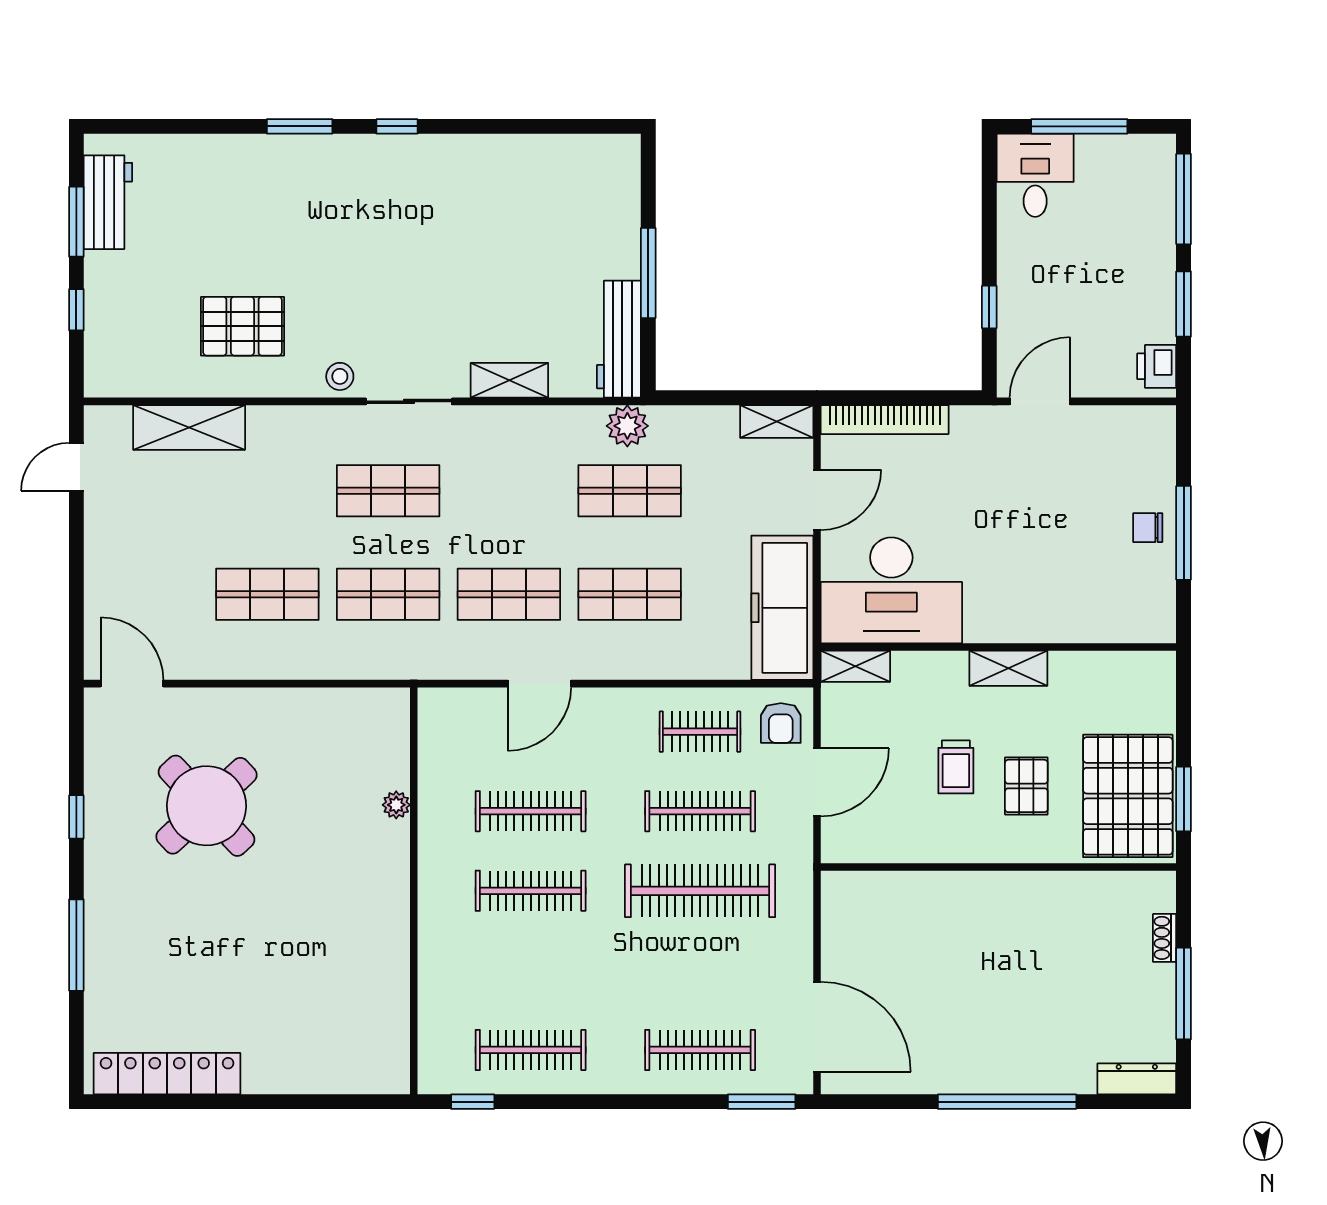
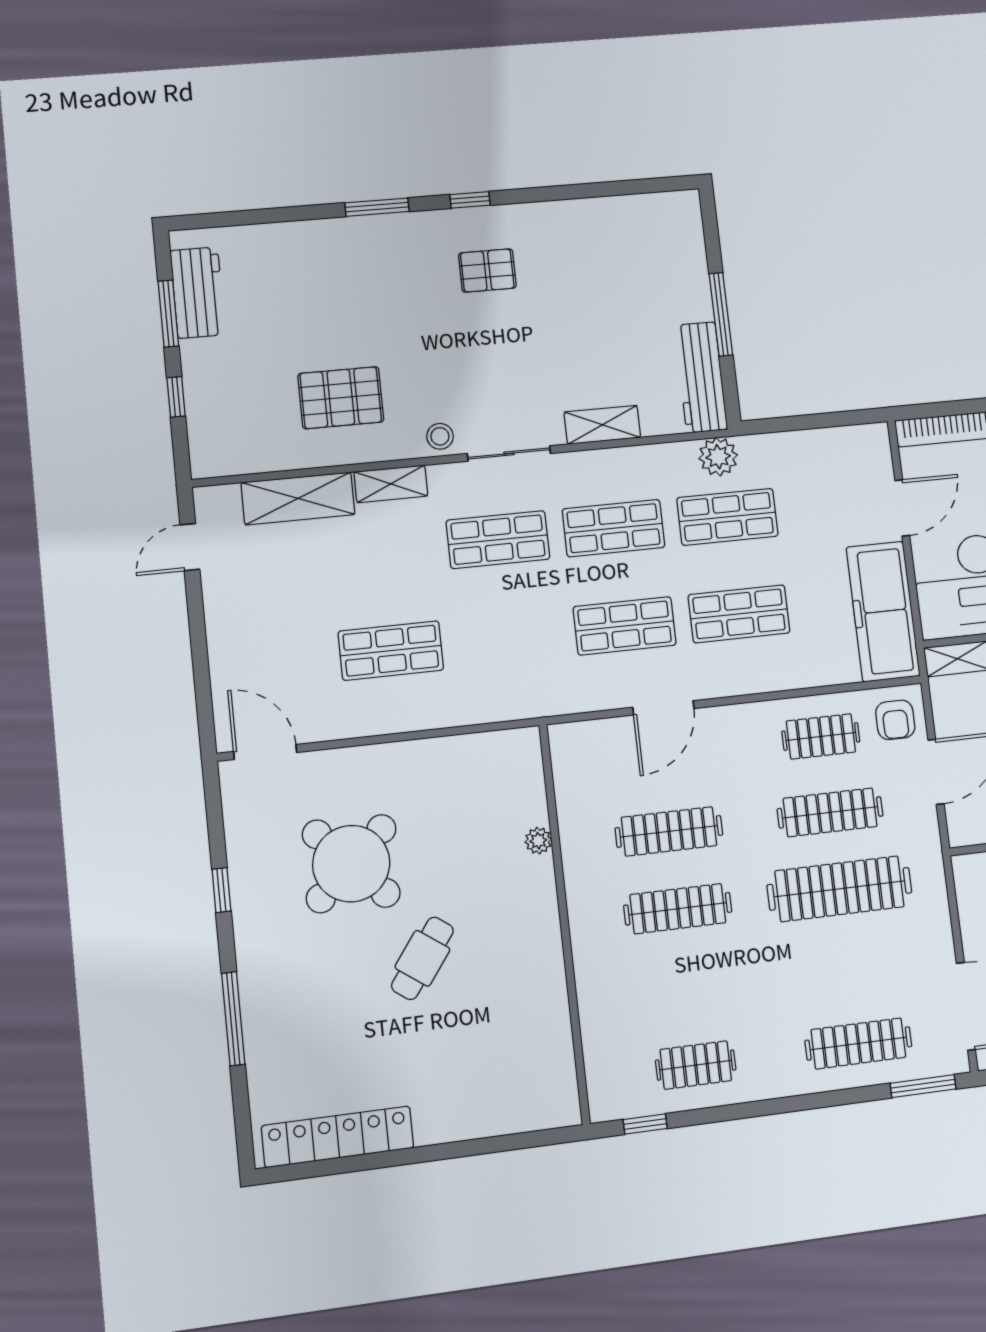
pallet: (407, 204) -> (487, 270), added
shelving: (777, 421) -> (391, 484), moved
shop shelf: (388, 594) -> (614, 528), moved
cafe table: (268, 909) -> (422, 958), added
clothes rail: (531, 1050) -> (696, 1065), width x0.73

